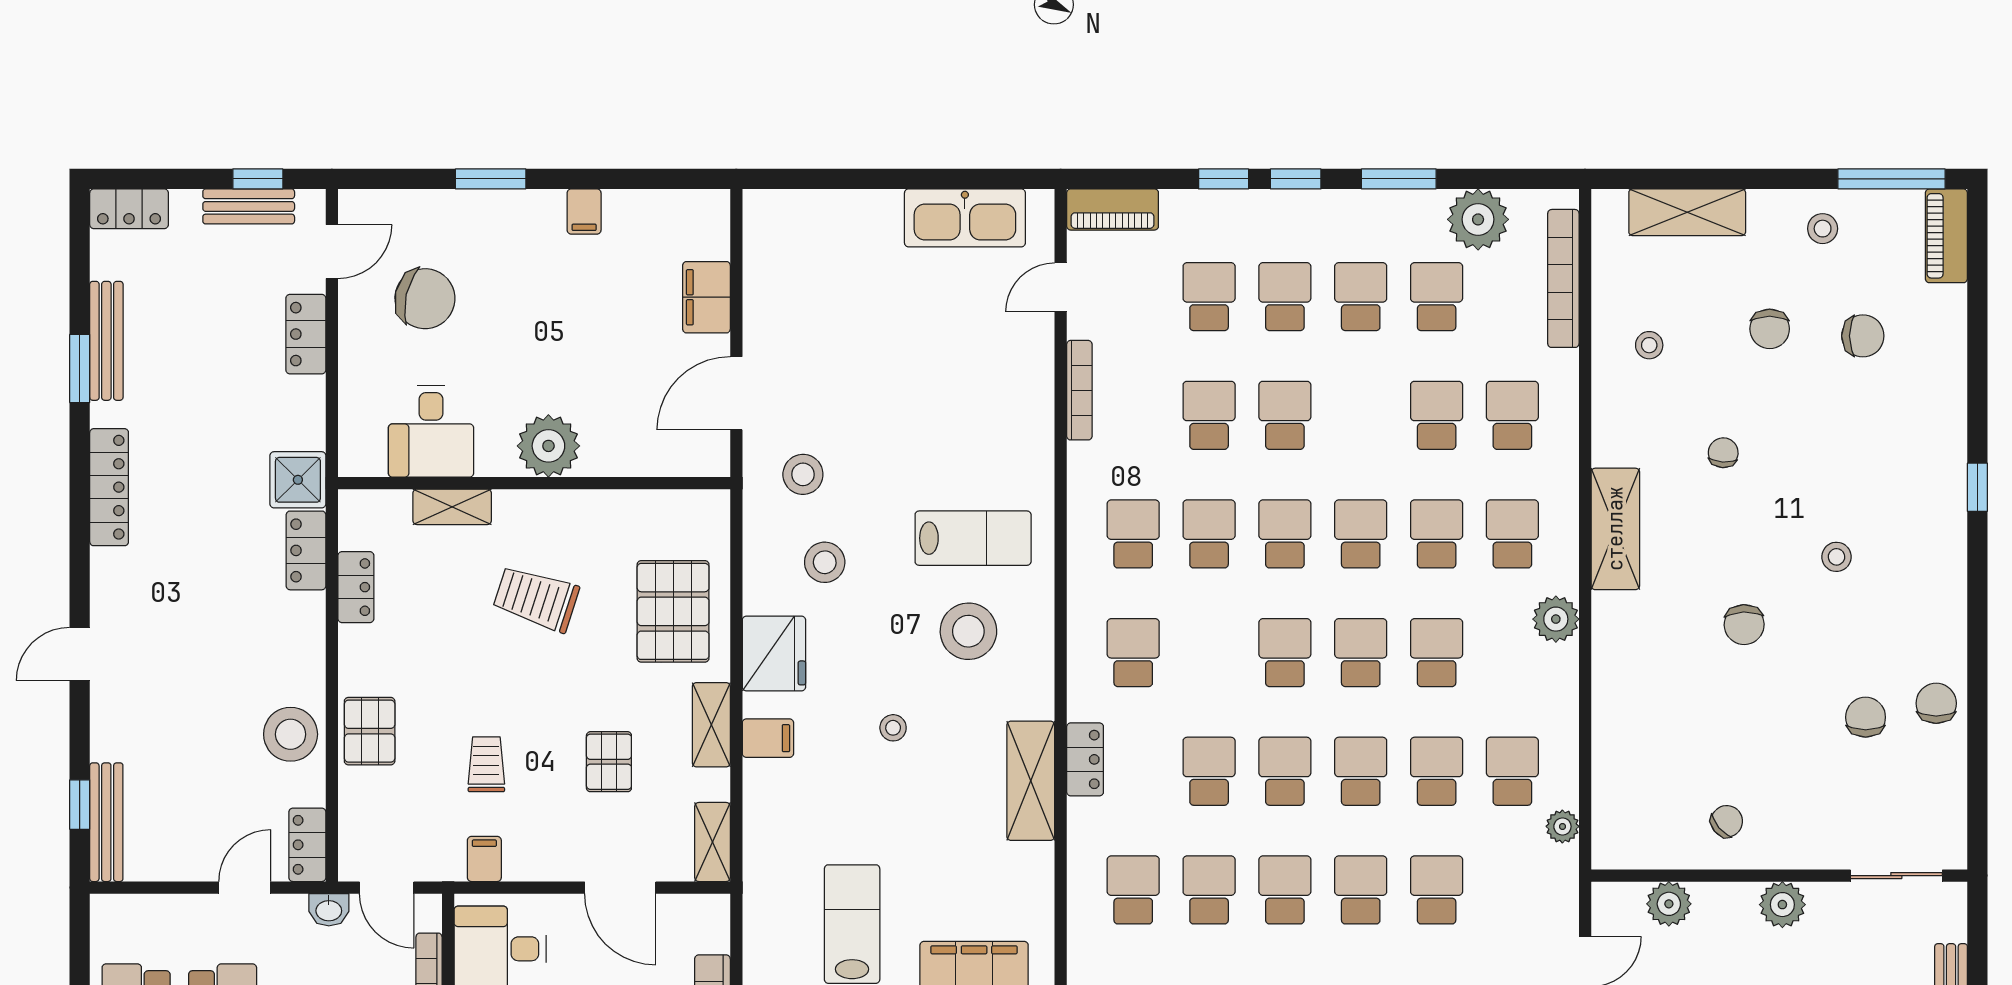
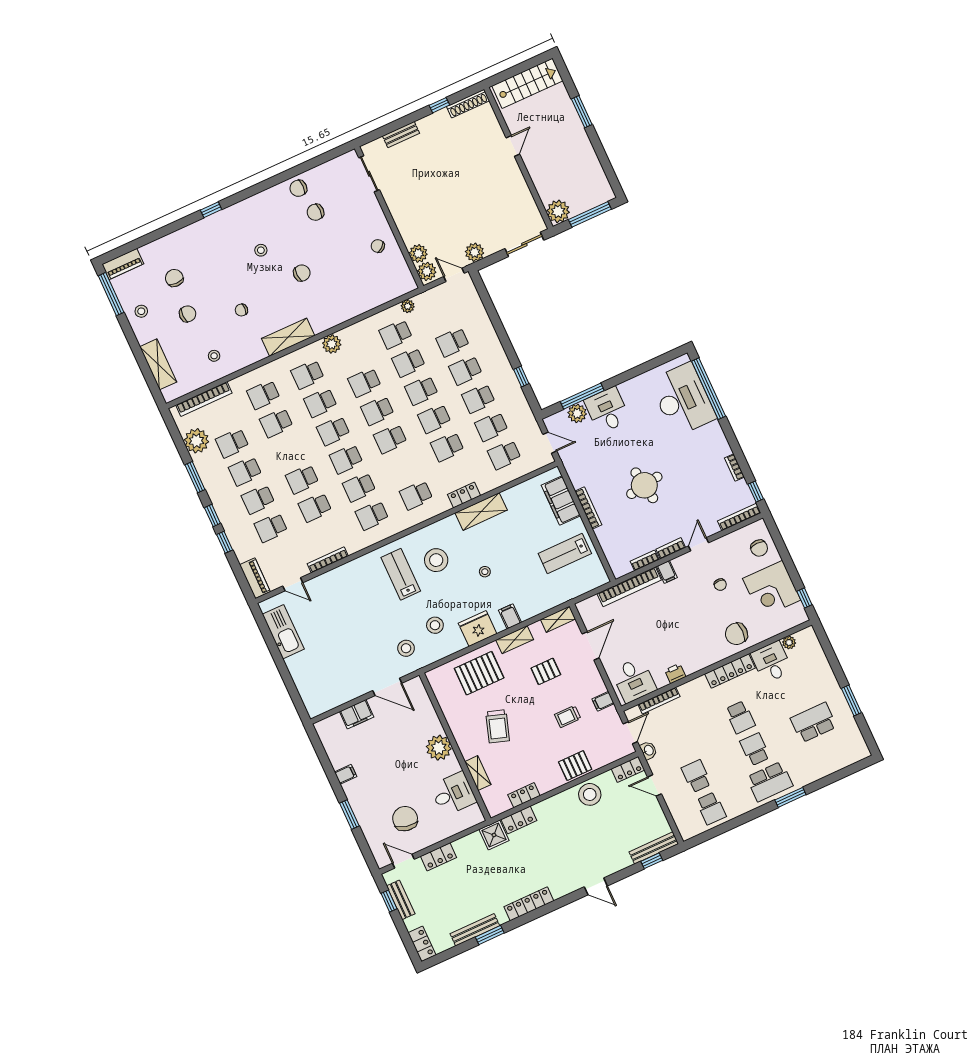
plant: (1782, 905) -> (427, 271), moved

